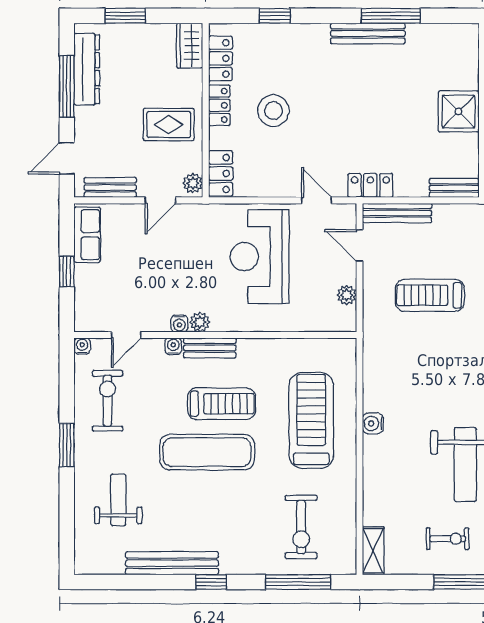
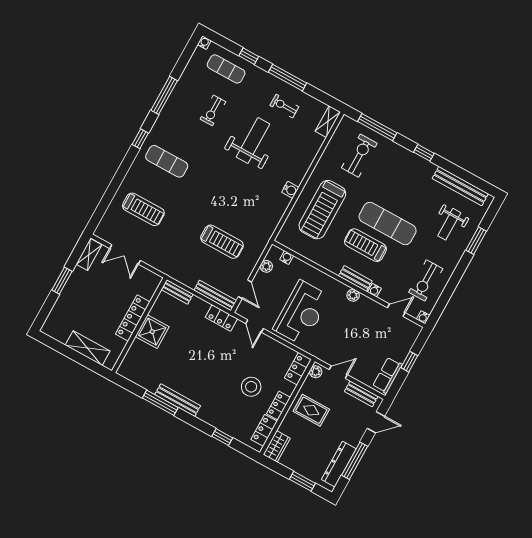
water cooler: (179, 324) -> (287, 258), moved
window: (67, 445) -> (476, 241), moved
bench: (172, 563) -> (460, 186), moved

